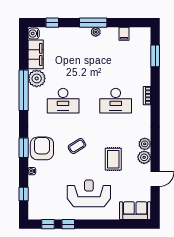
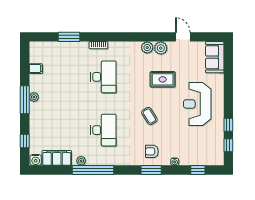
window: (155, 56) -> (69, 37), moved
plant: (37, 78) -> (81, 161), width x0.53, depth x0.53
armchair: (42, 148) -> (152, 151), width x0.53, depth x0.53

